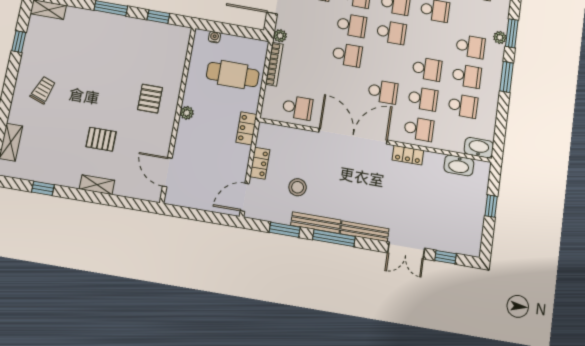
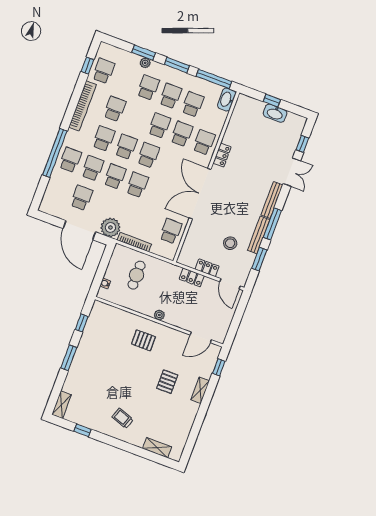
plant: (280, 36) -> (110, 227), width x1.87, depth x1.87
cafe table: (233, 75) -> (137, 275), width x0.73, depth x0.74
school desk: (383, 92) -> (148, 155), moved
window: (501, 127) -> (214, 79), added
locker: (246, 128) -> (192, 277), moved
washbasin: (459, 165) -> (275, 113), moved, turned 90
window: (43, 188) -> (219, 367), moved

